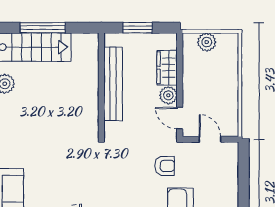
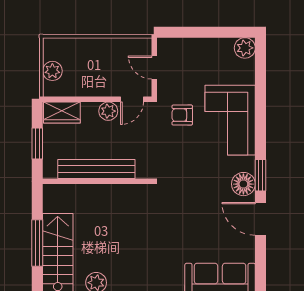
wardrobe: (167, 68) -> (62, 112), moved
door: (210, 139) -> (154, 68), hinge flipped
armchair: (165, 166) -> (182, 115), turned -90

